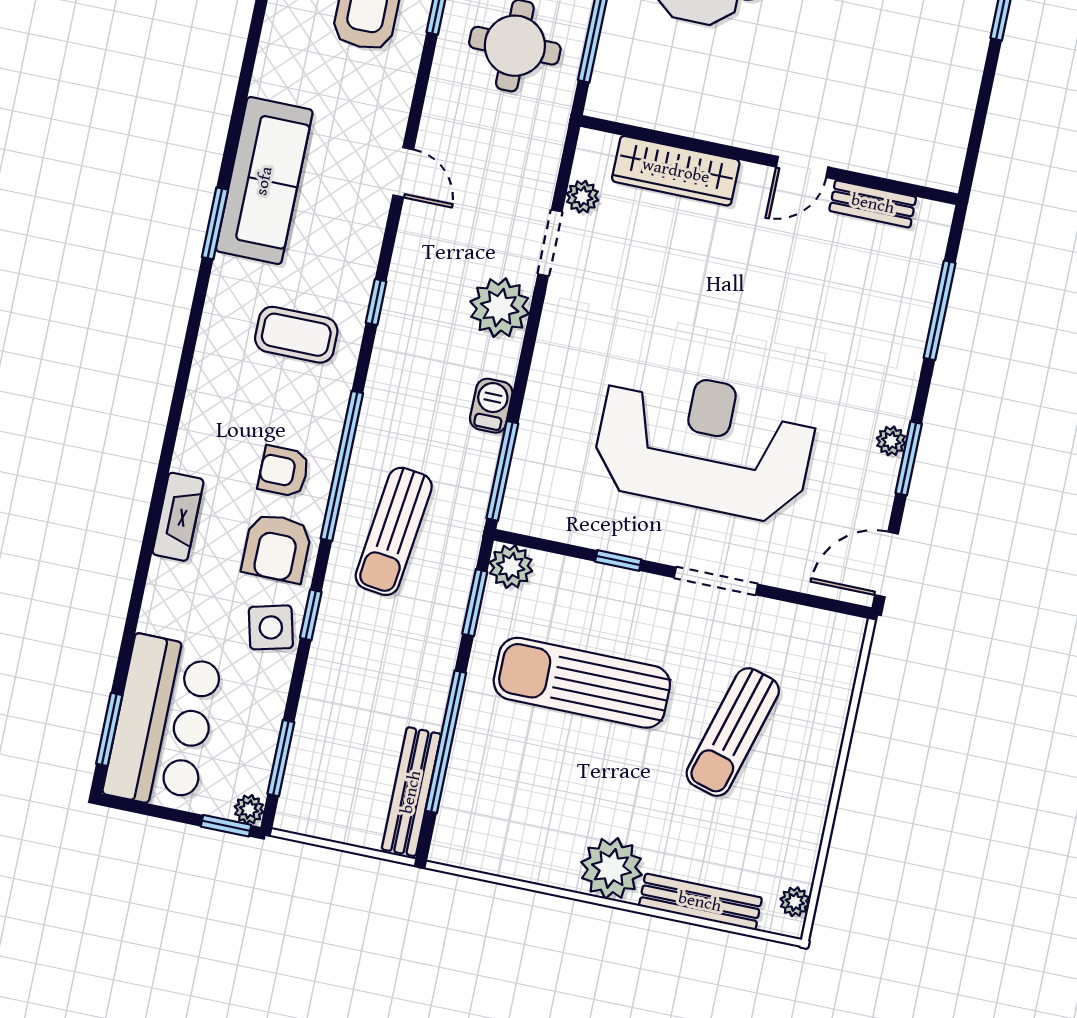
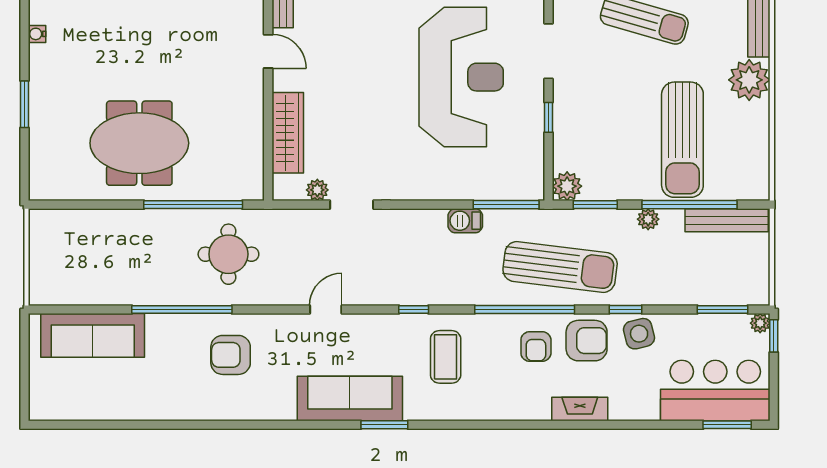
plant: (500, 308) -> (648, 219), moved, width x0.53, depth x0.53
reception desk: (704, 444) -> (461, 77), turned 180
sun lounger: (394, 531) -> (560, 267), width x1.36, depth x1.34
sun lounger: (582, 683) -> (682, 140), moved

